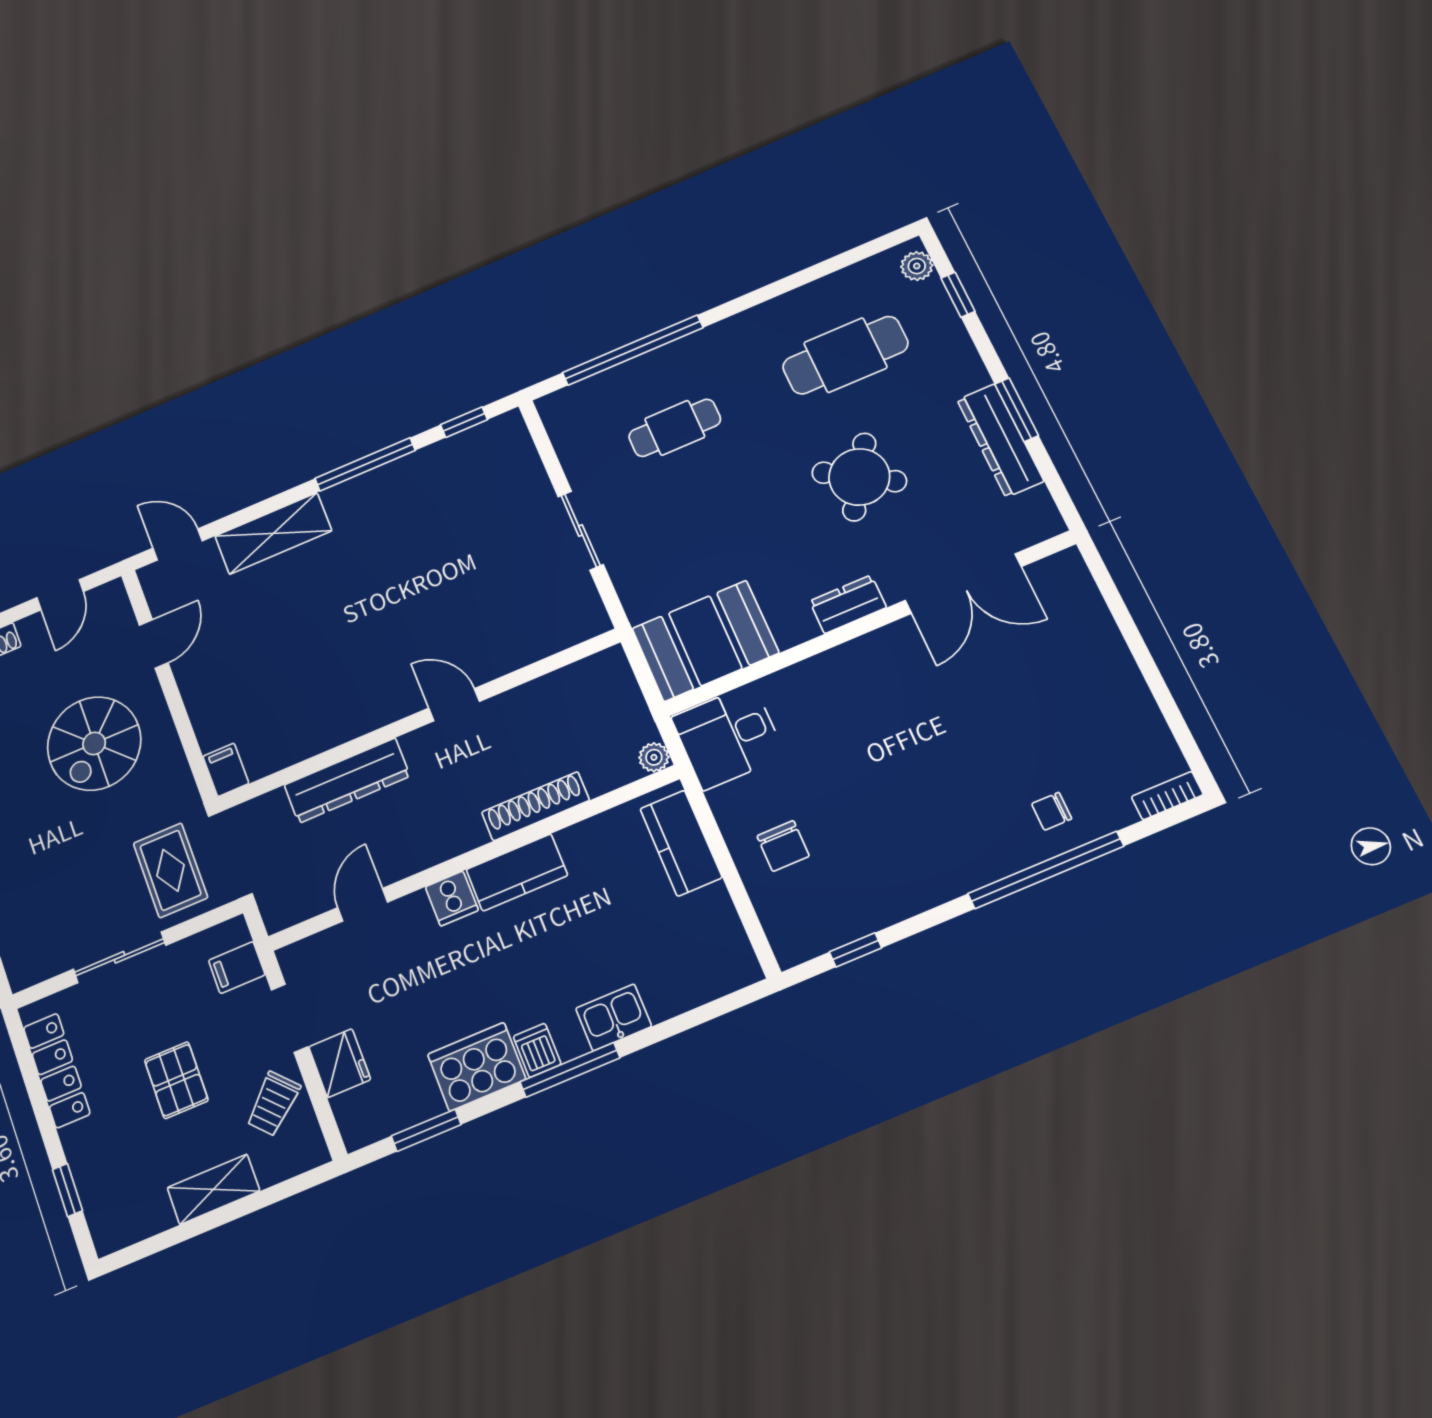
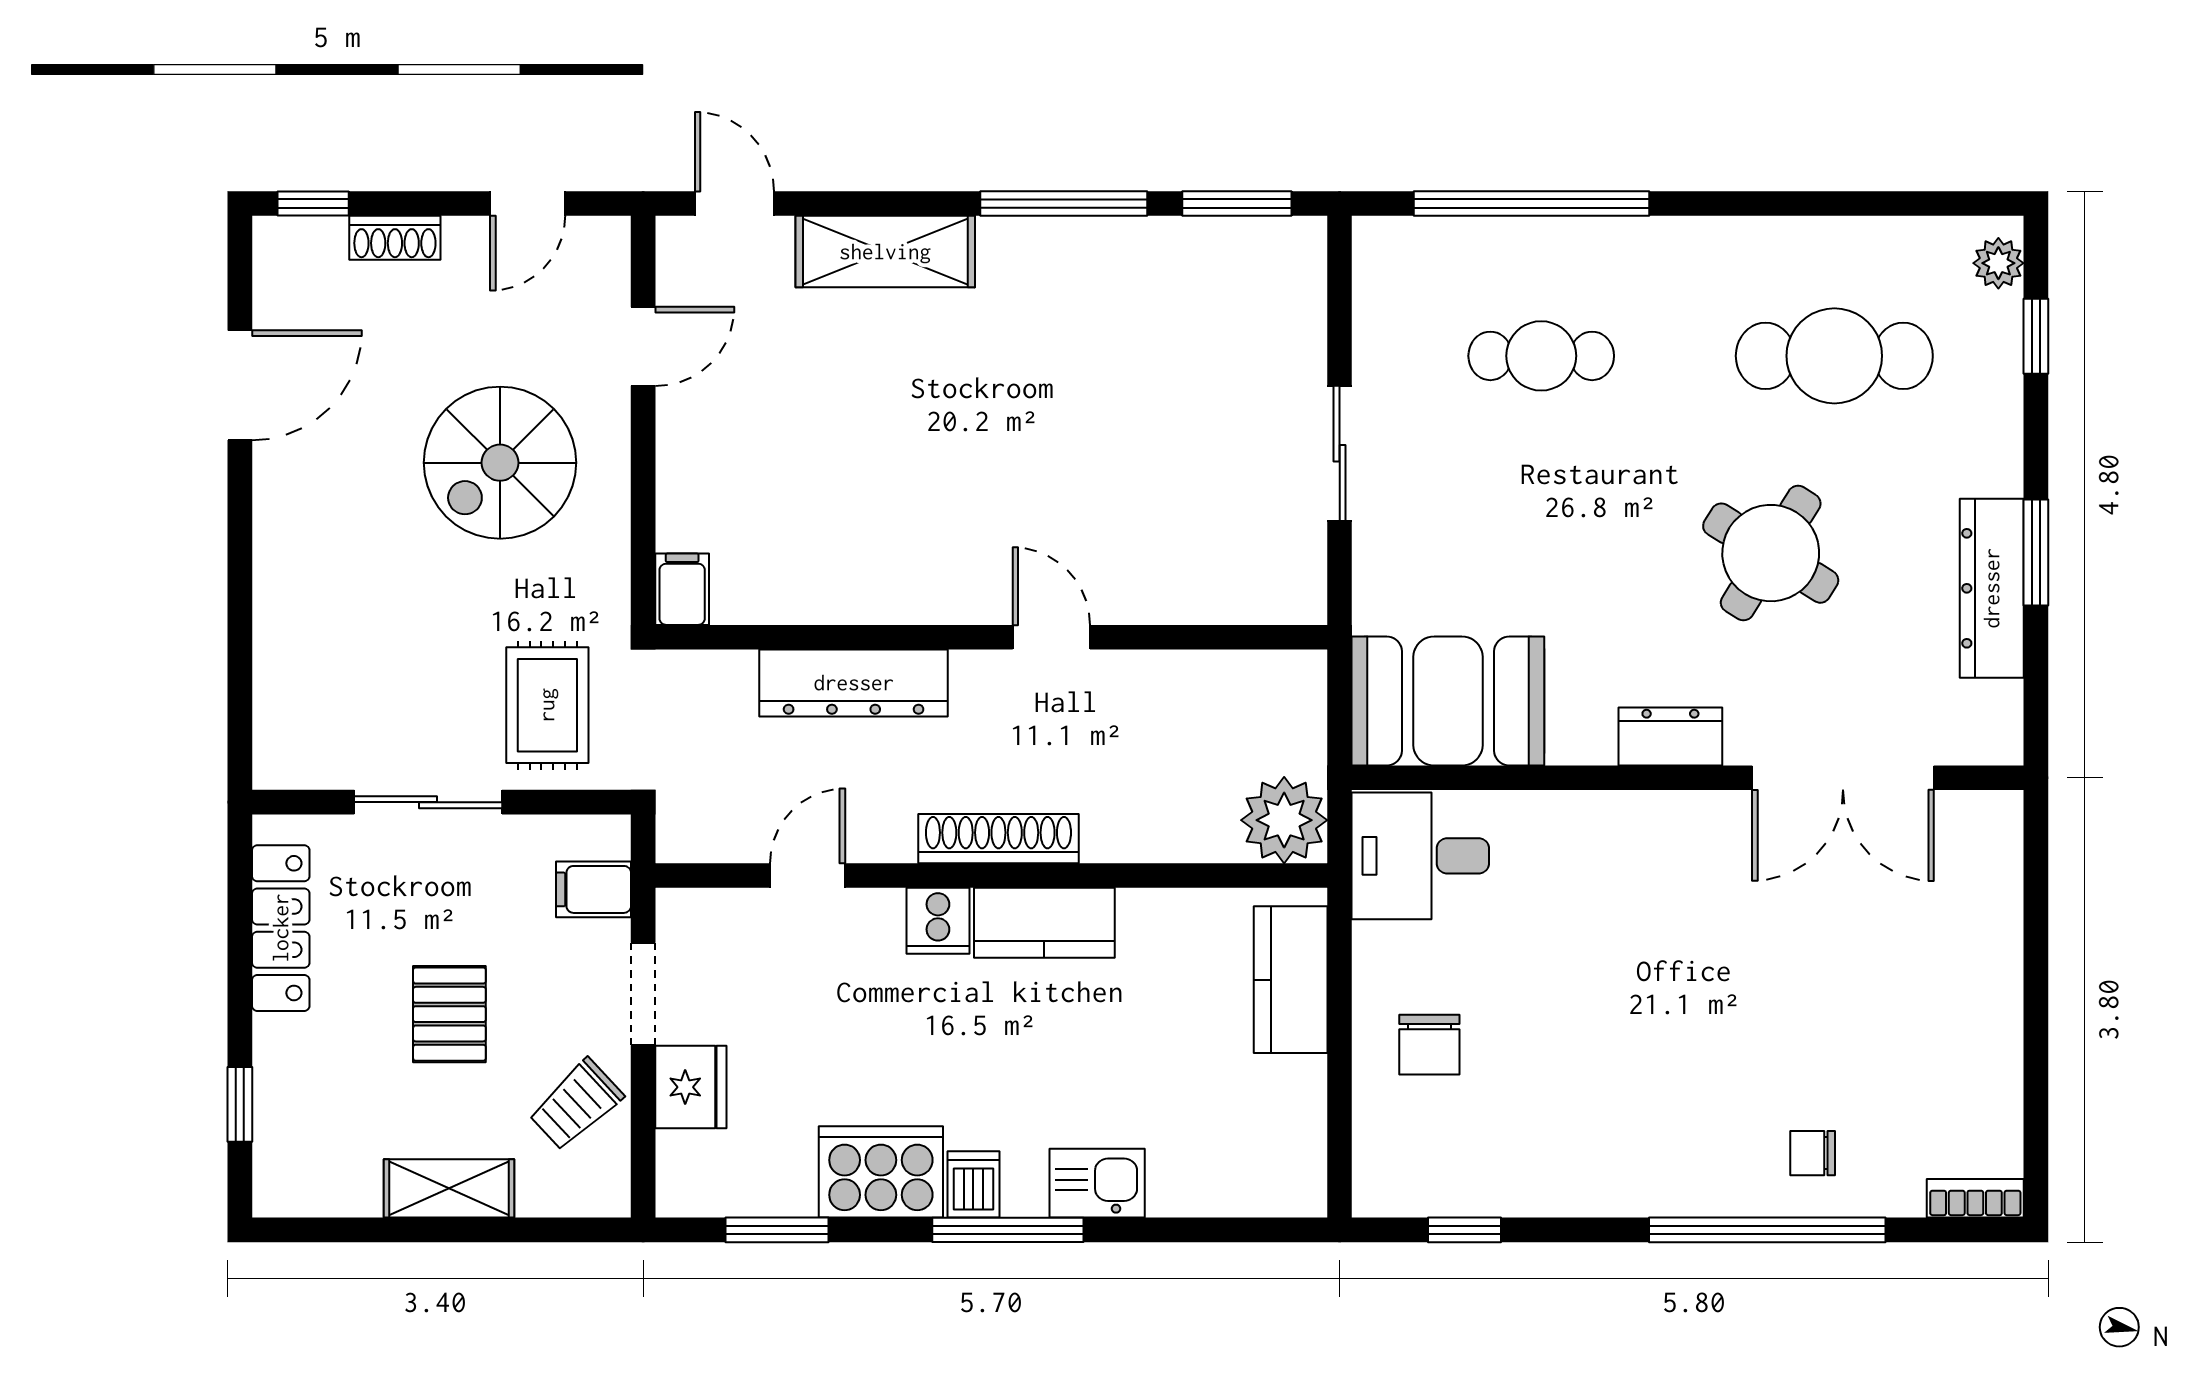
window: (464, 422) -> (1237, 204), width x1.50
plant: (654, 757) -> (1284, 820), width x1.88, depth x1.88
shoe rack: (536, 806) -> (998, 839), moved

